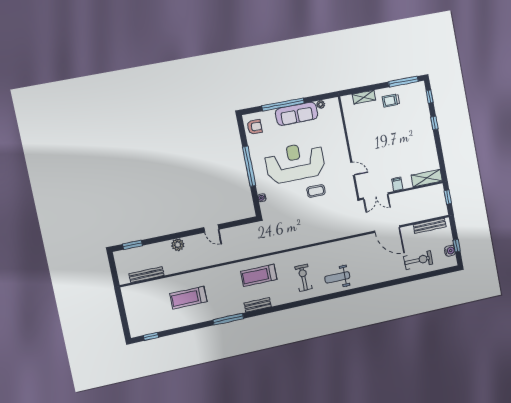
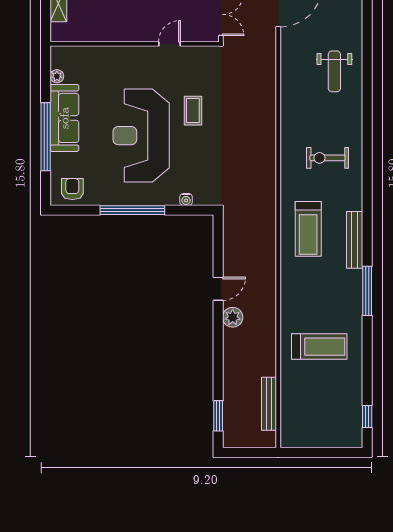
plant: (178, 245) -> (233, 317), moved
weight bench: (337, 277) -> (334, 71), moved
treadmill: (188, 298) -> (319, 347), turned -90
bench: (258, 305) -> (355, 240), width x1.36

